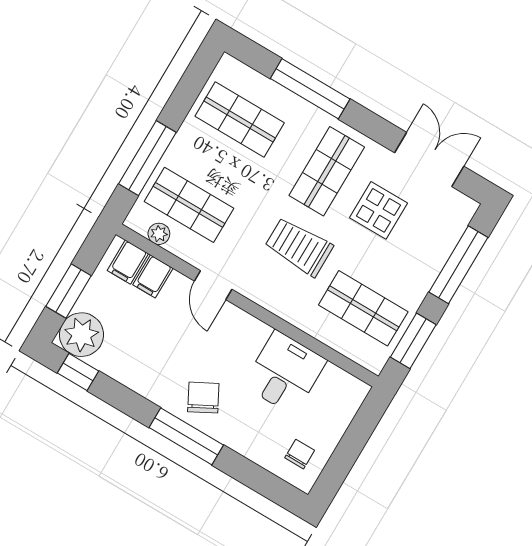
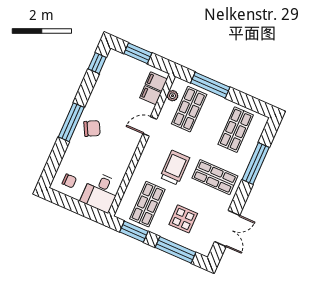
display table: (378, 210) -> (183, 219), moved
plant: (81, 335) -> (116, 63), removed
desk: (285, 373) -> (101, 192), moved, turned 90

